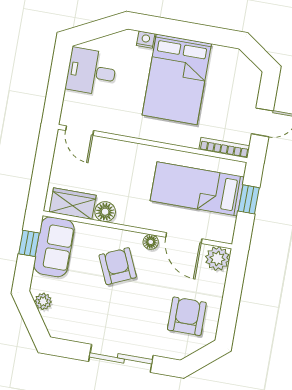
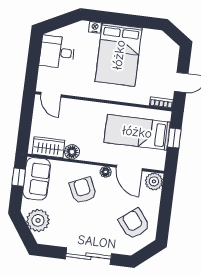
bookcase: (224, 148) -> (161, 103), width x0.64
plant: (43, 301) -> (38, 220), width x1.87, depth x1.87
armchair: (187, 316) -> (134, 224), turned -38

